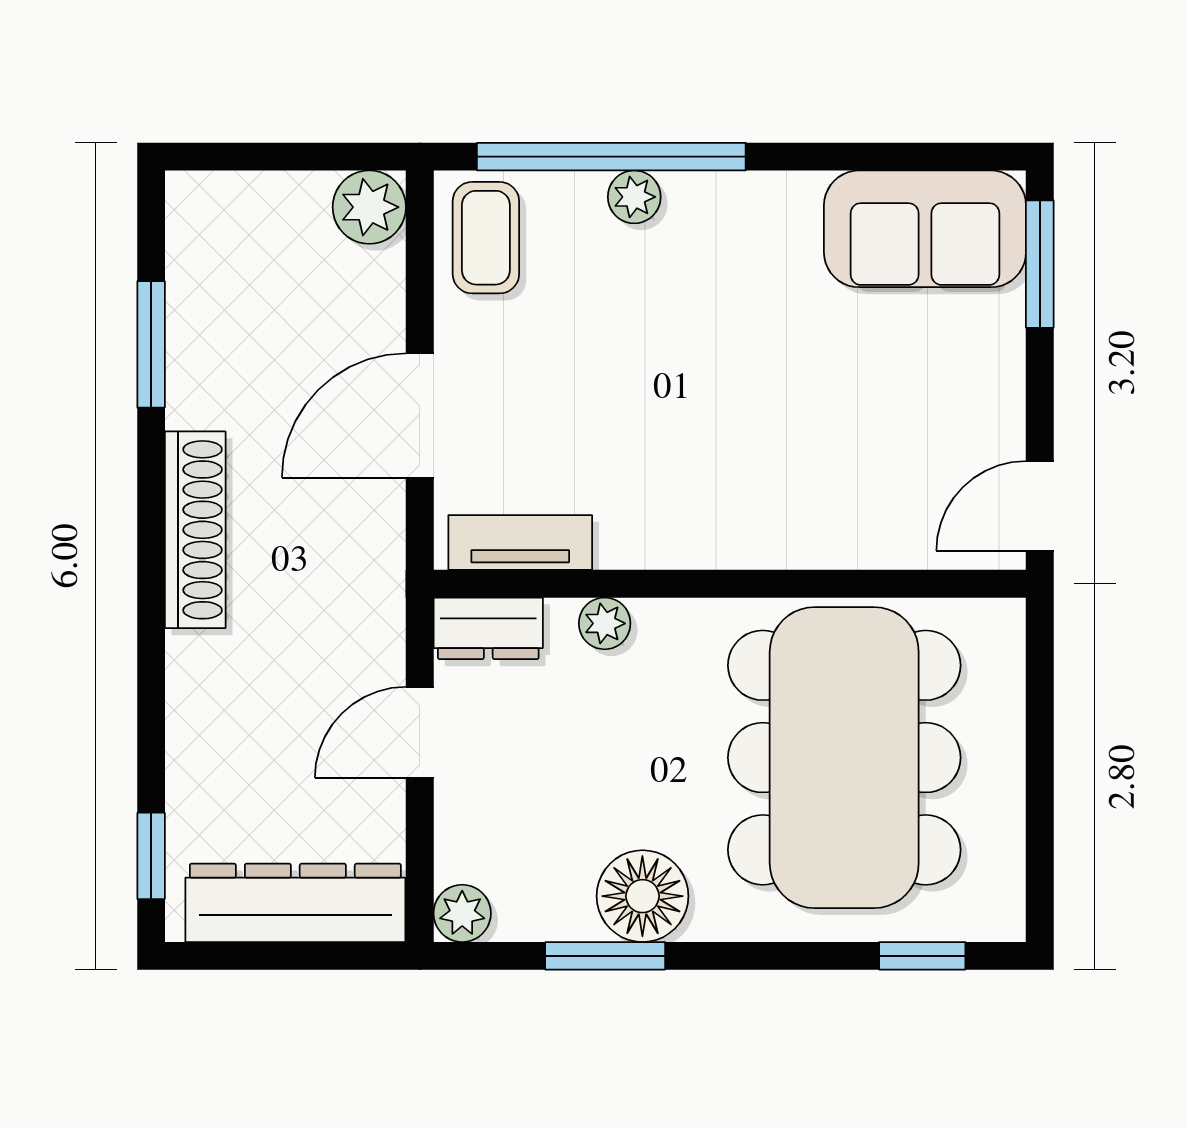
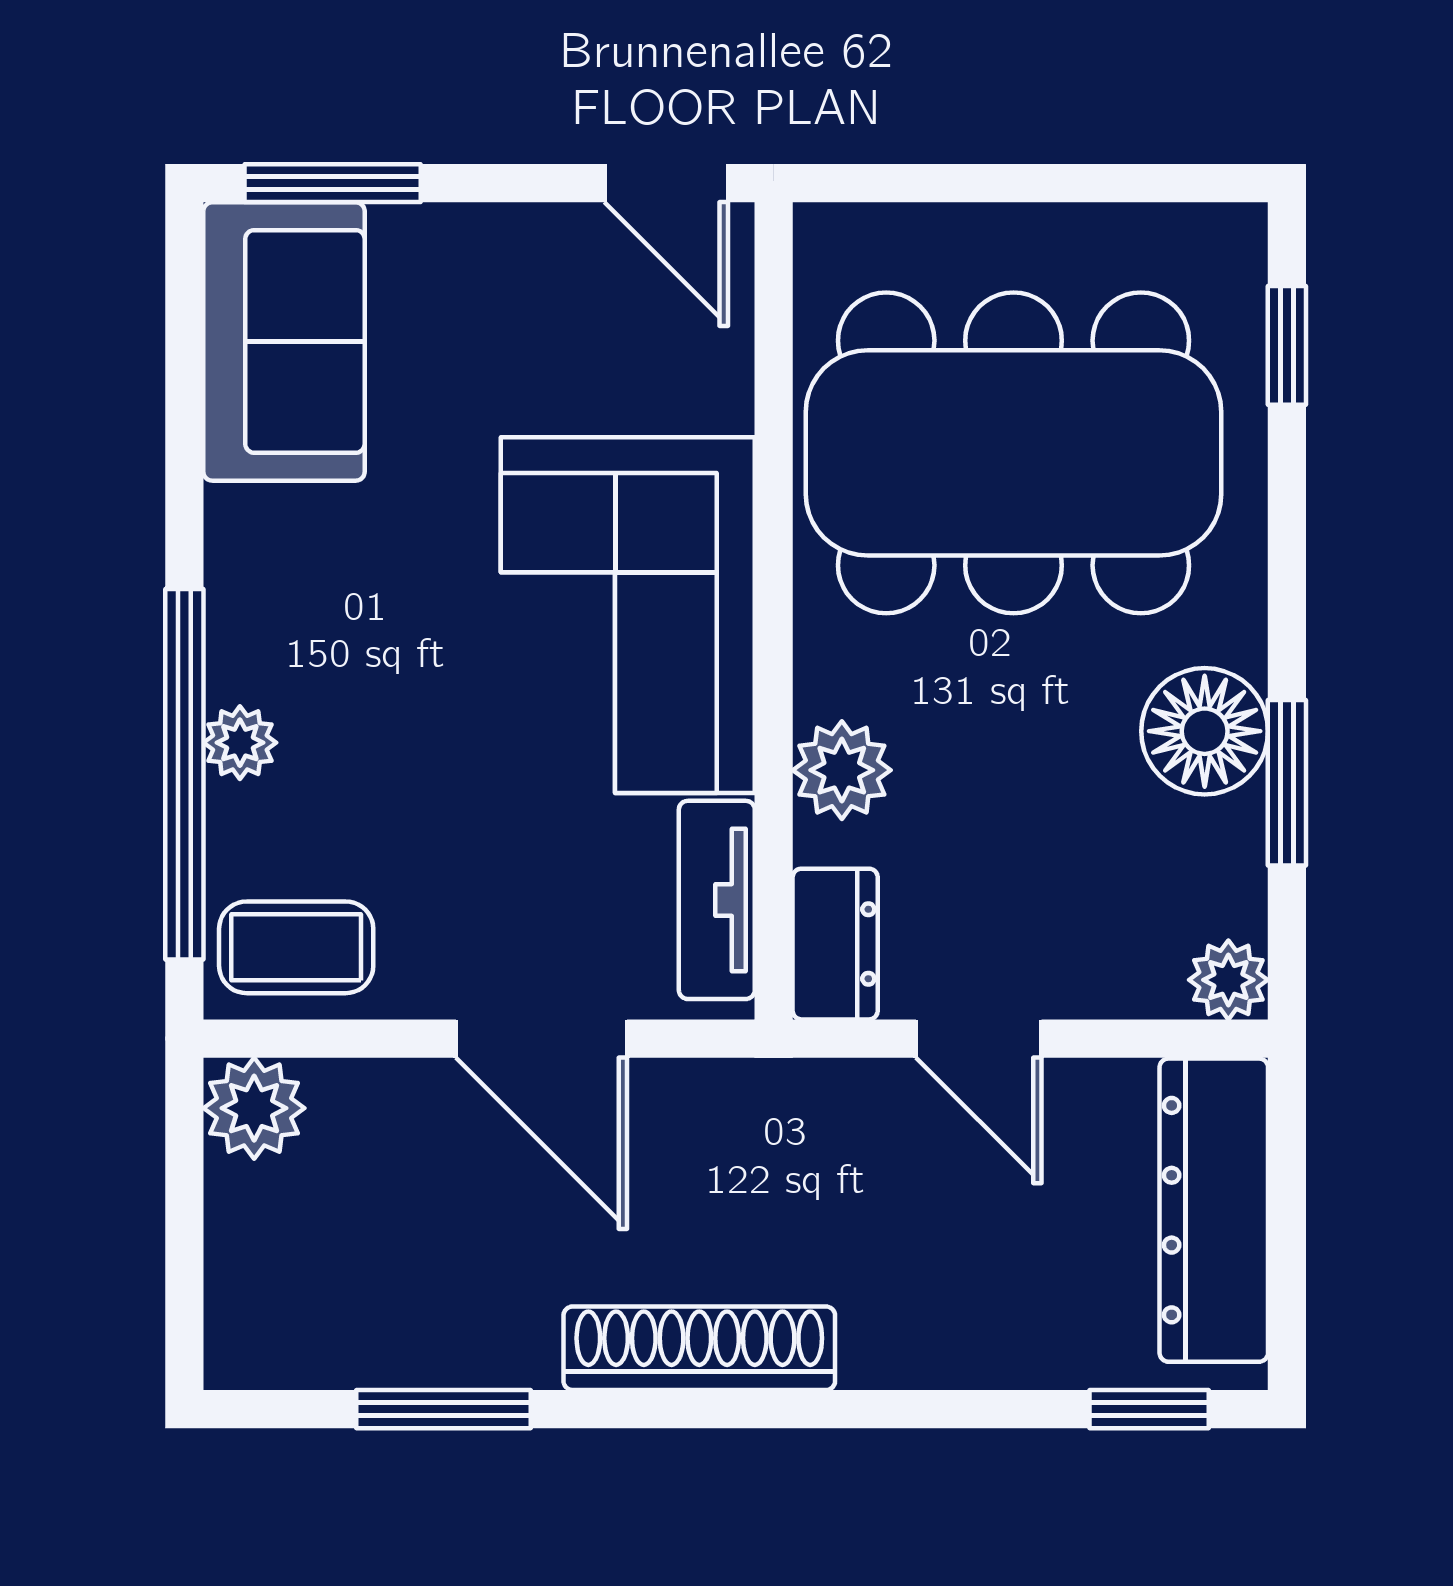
corner sofa: (727, 478) -> (628, 615), added
plant: (605, 623) -> (842, 770), width x1.38, depth x1.38

